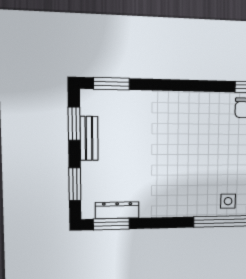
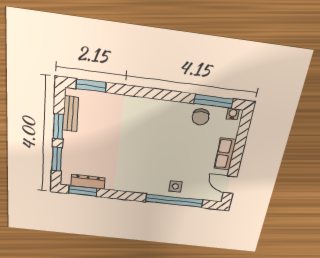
window: (74, 124) -> (58, 127), moved
bench: (89, 138) -> (71, 114), moved

